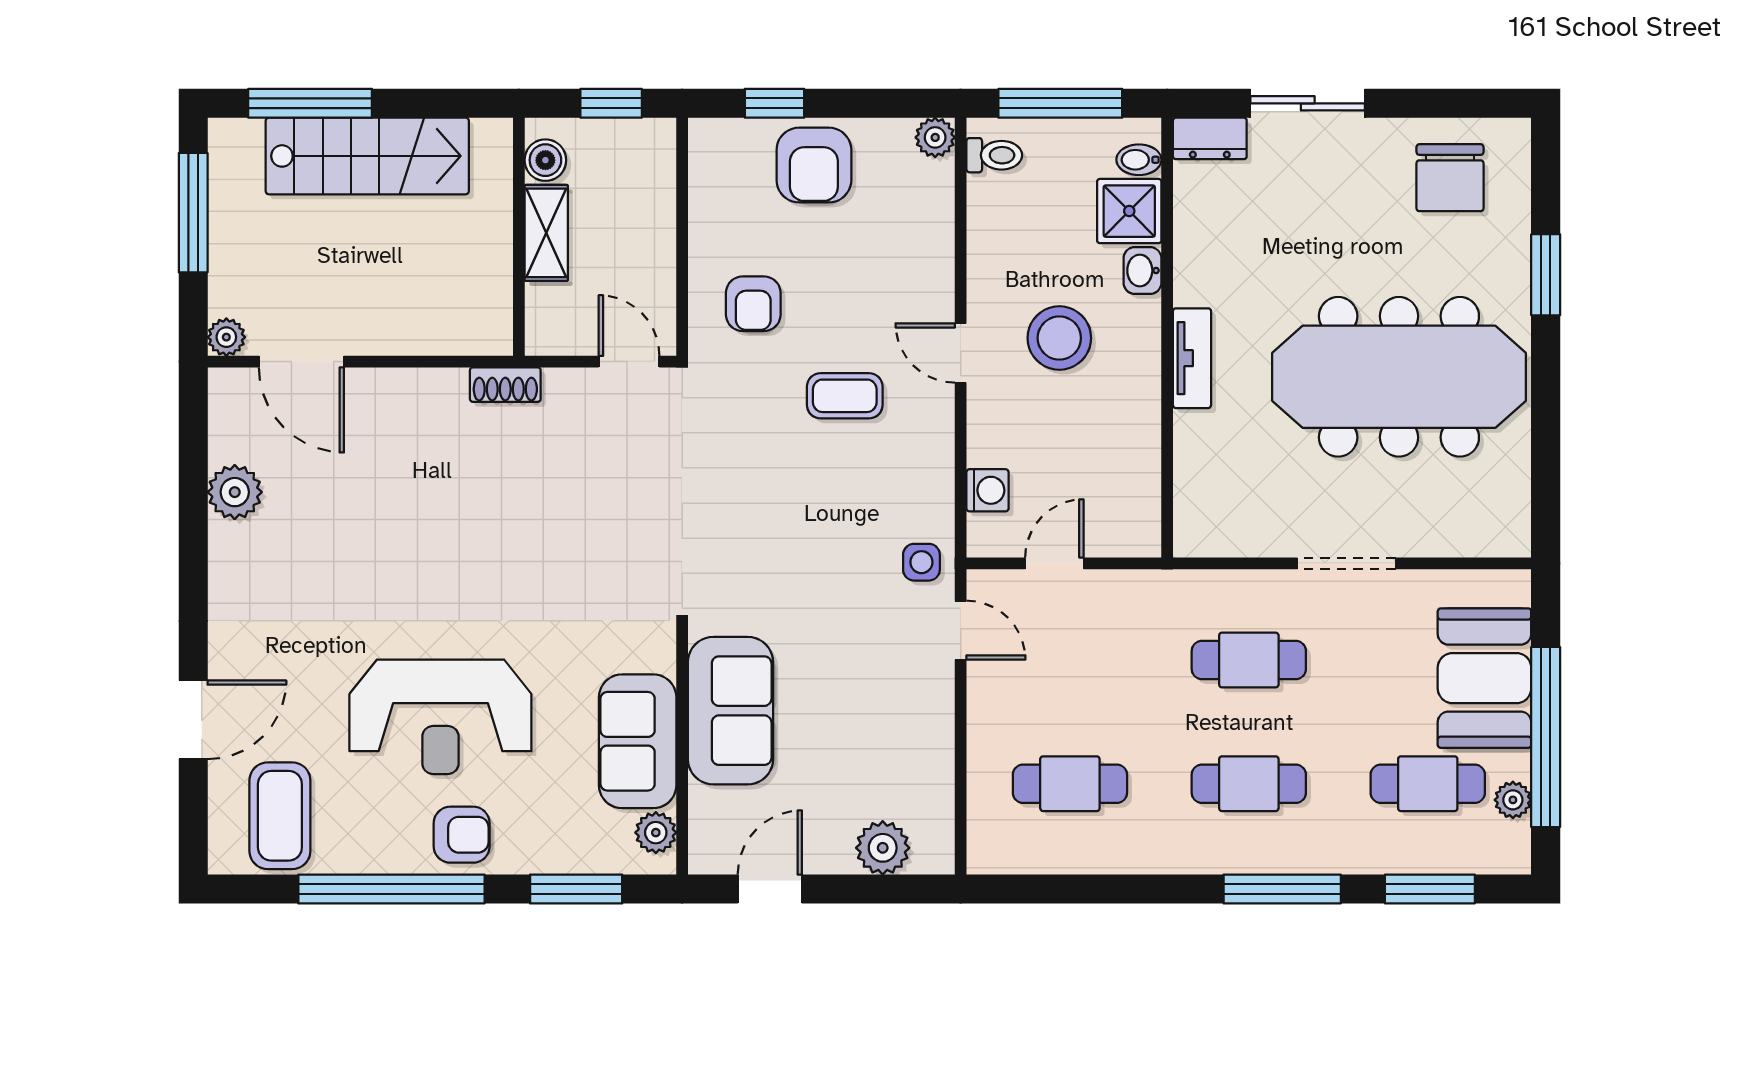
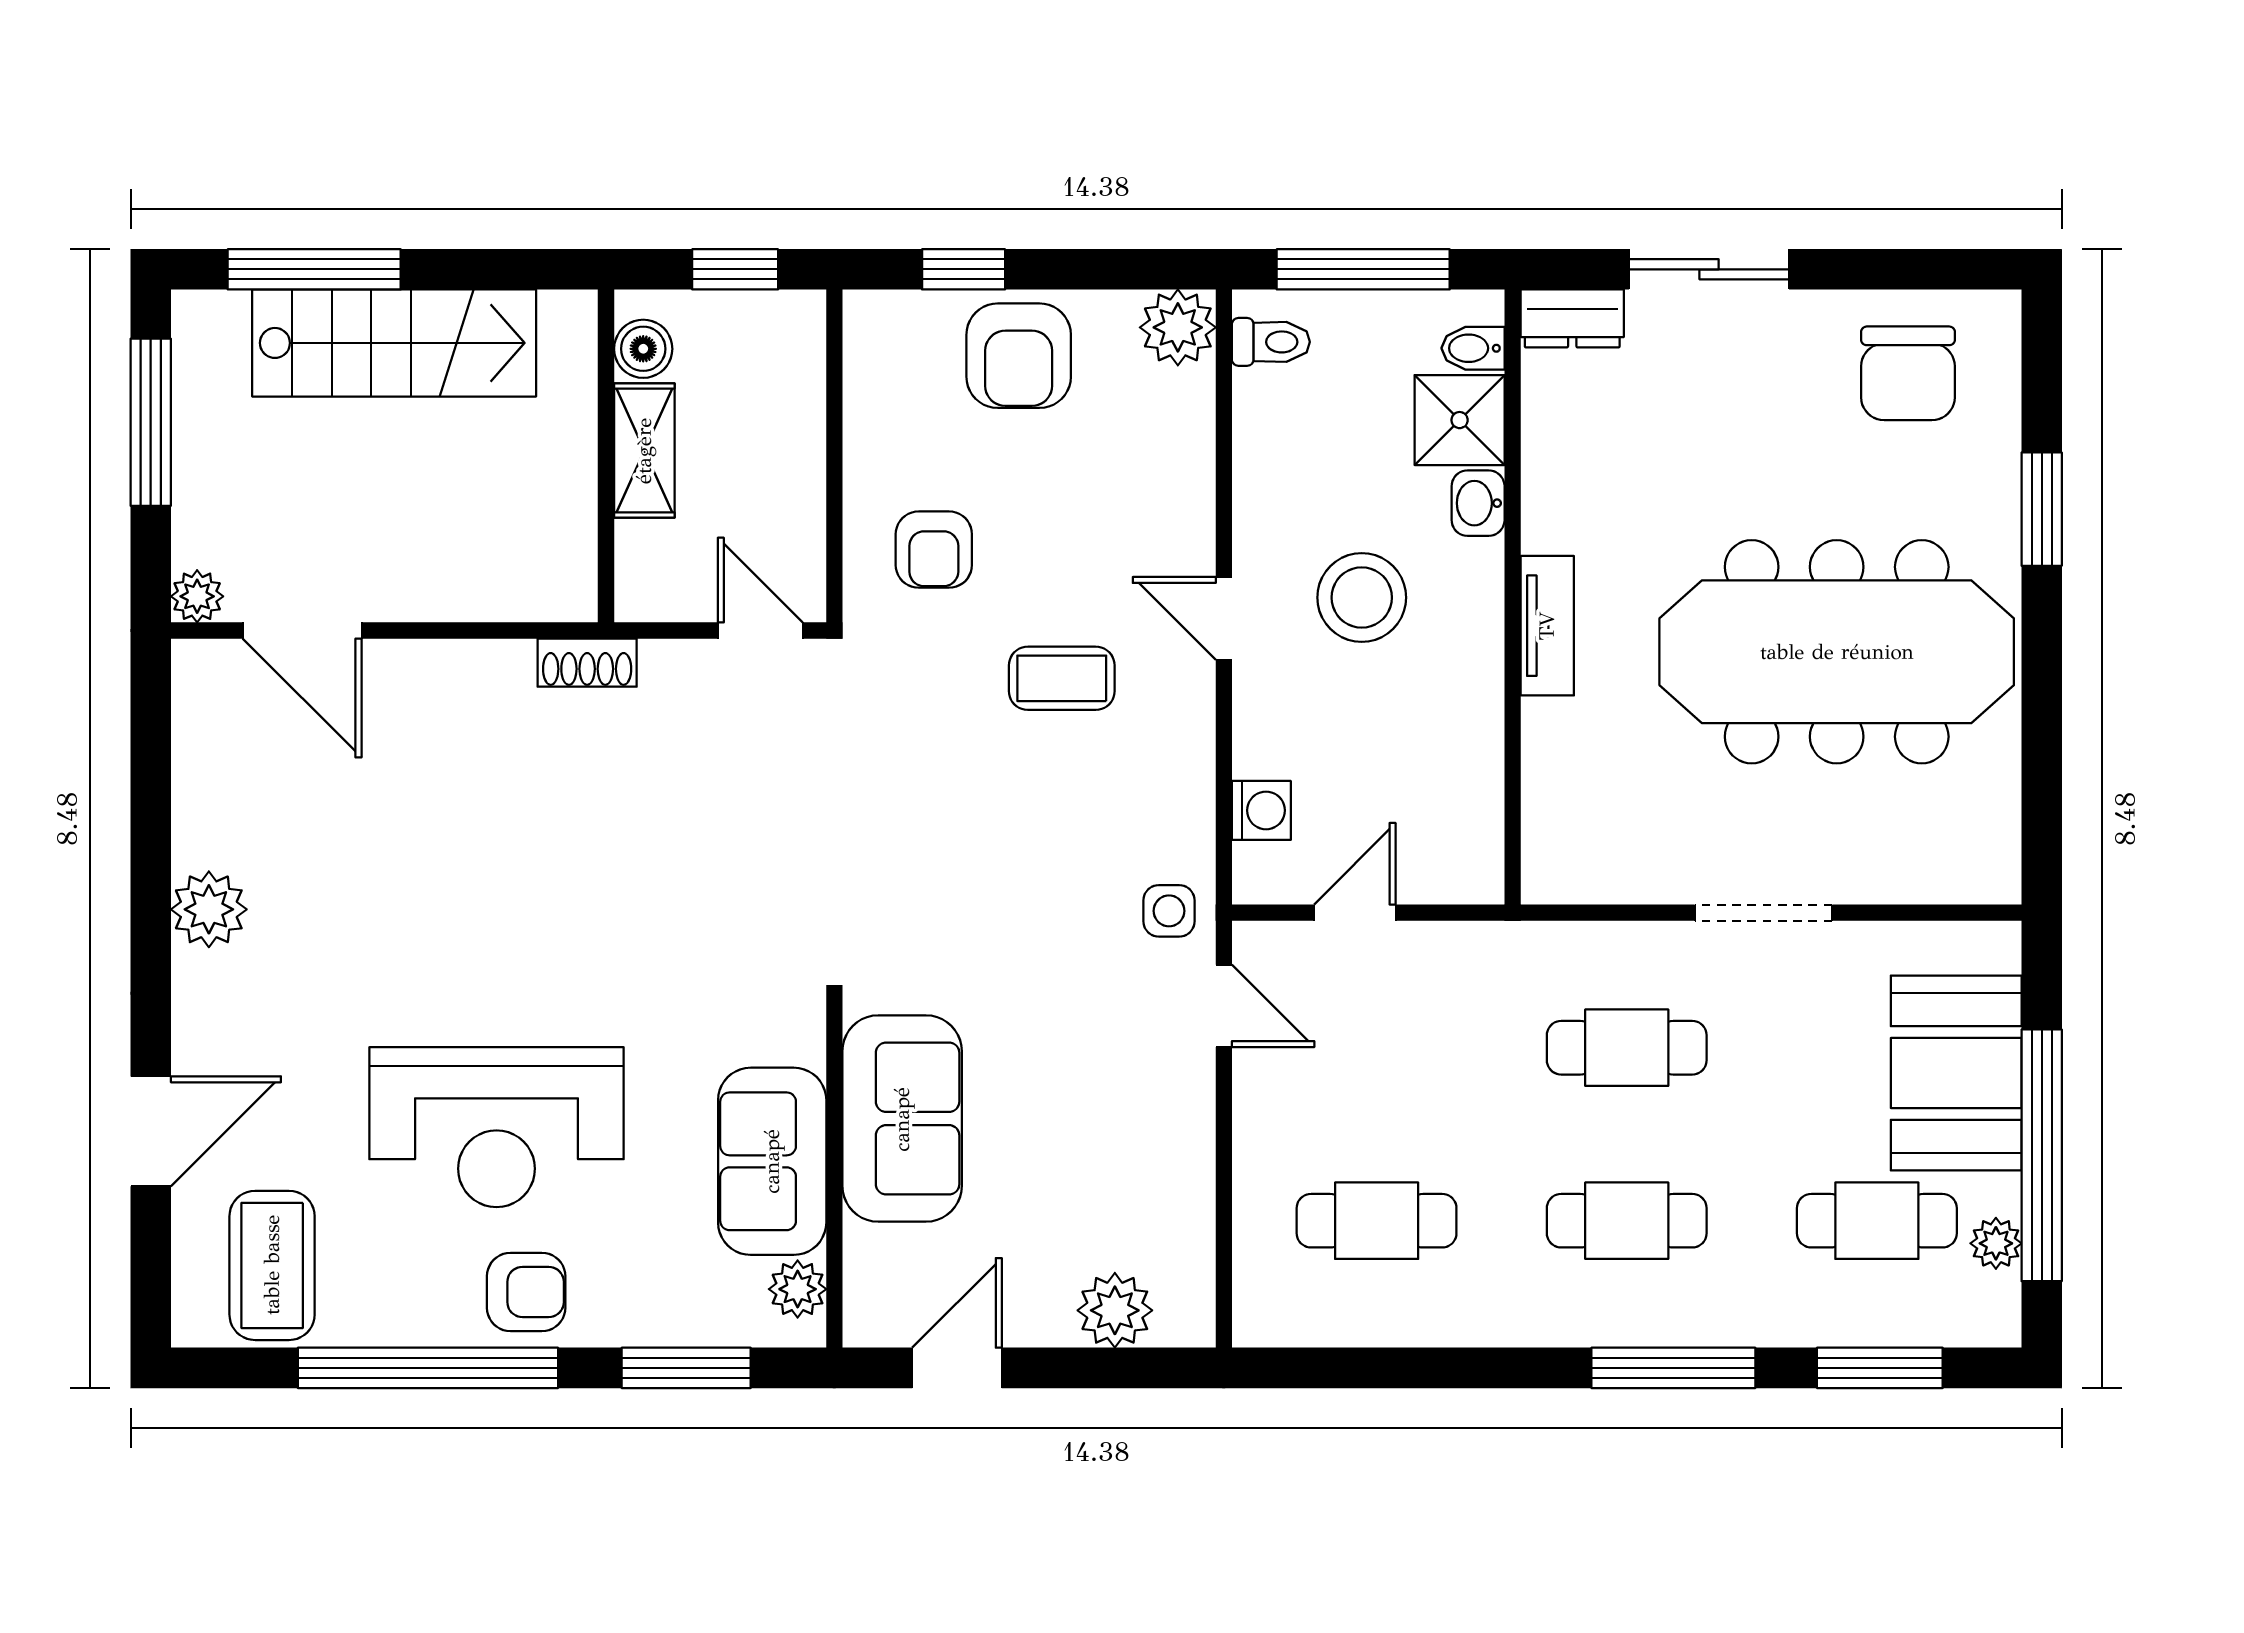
plant: (935, 137) -> (1178, 327), width x1.38, depth x1.38
plant: (235, 492) -> (209, 909), moved

